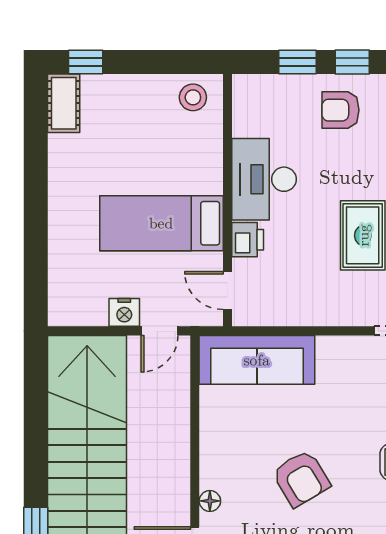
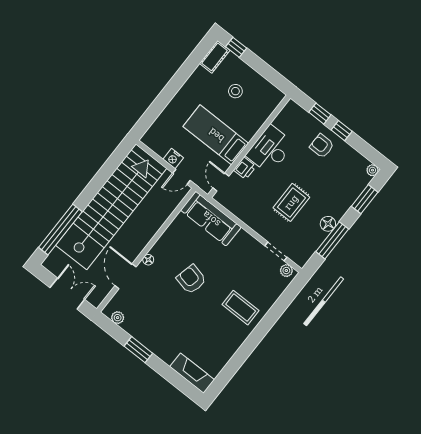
stool: (193, 97) -> (235, 91), moved
armchair: (301, 478) -> (191, 279), turned 134

